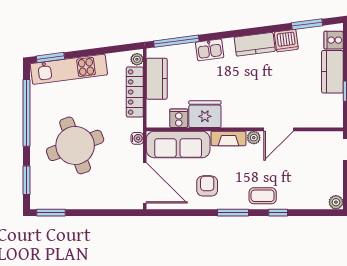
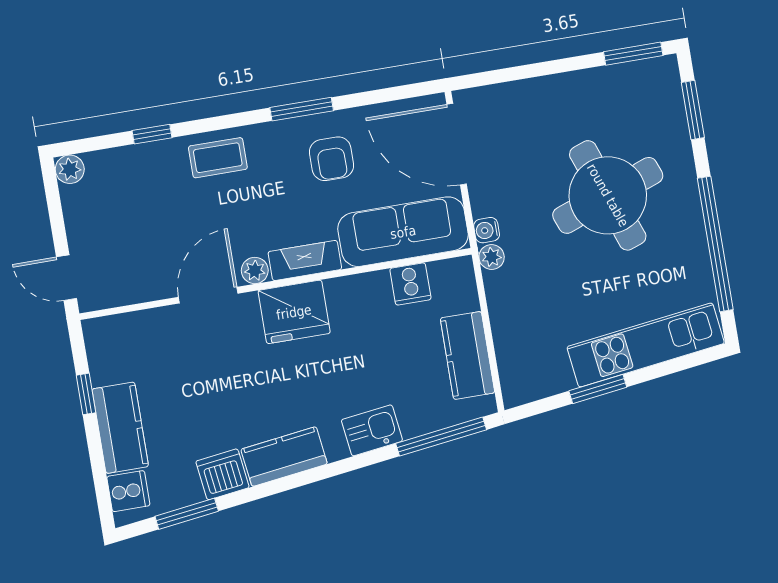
window: (50, 58) -> (598, 389), moved
plant: (137, 59) -> (492, 257), moved
locker: (135, 92) -> (507, 322), removed
fridge: (205, 114) -> (294, 312), moved
window: (233, 213) -> (302, 109), moved
window: (278, 213) -> (152, 134), moved

